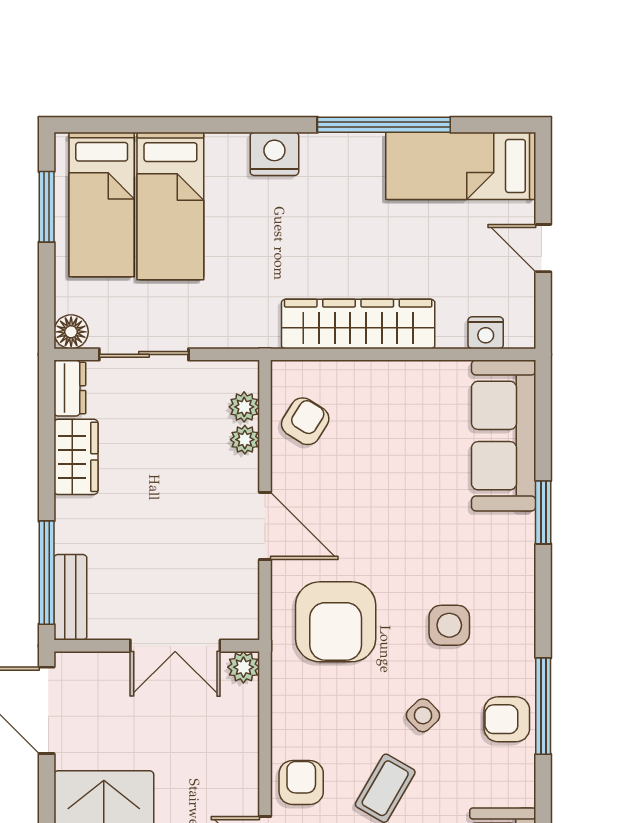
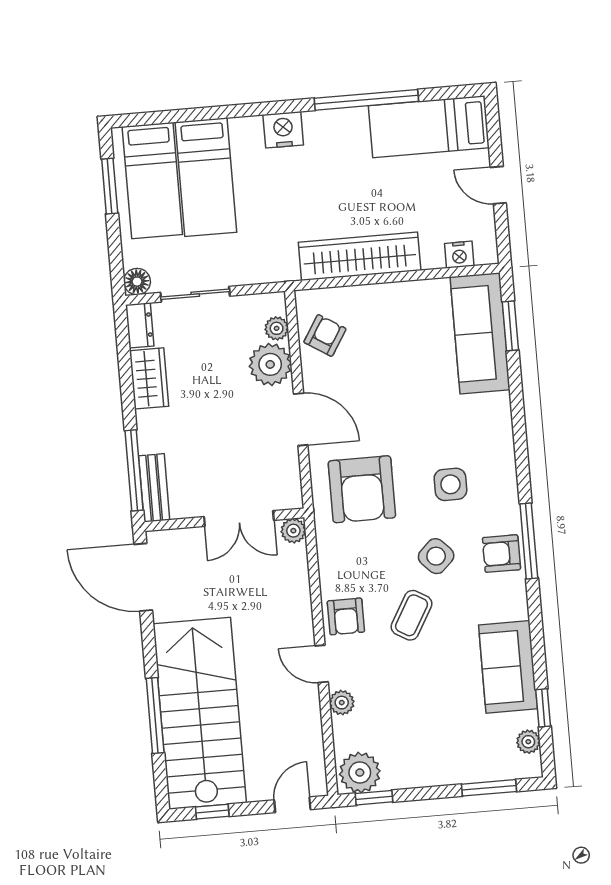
plant: (245, 440) -> (270, 364), width x1.88, depth x1.88
window: (543, 512) -> (510, 326), moved
side table: (423, 715) -> (436, 556), width x1.37, depth x1.37
armchair: (301, 783) -> (346, 616), turned 180

